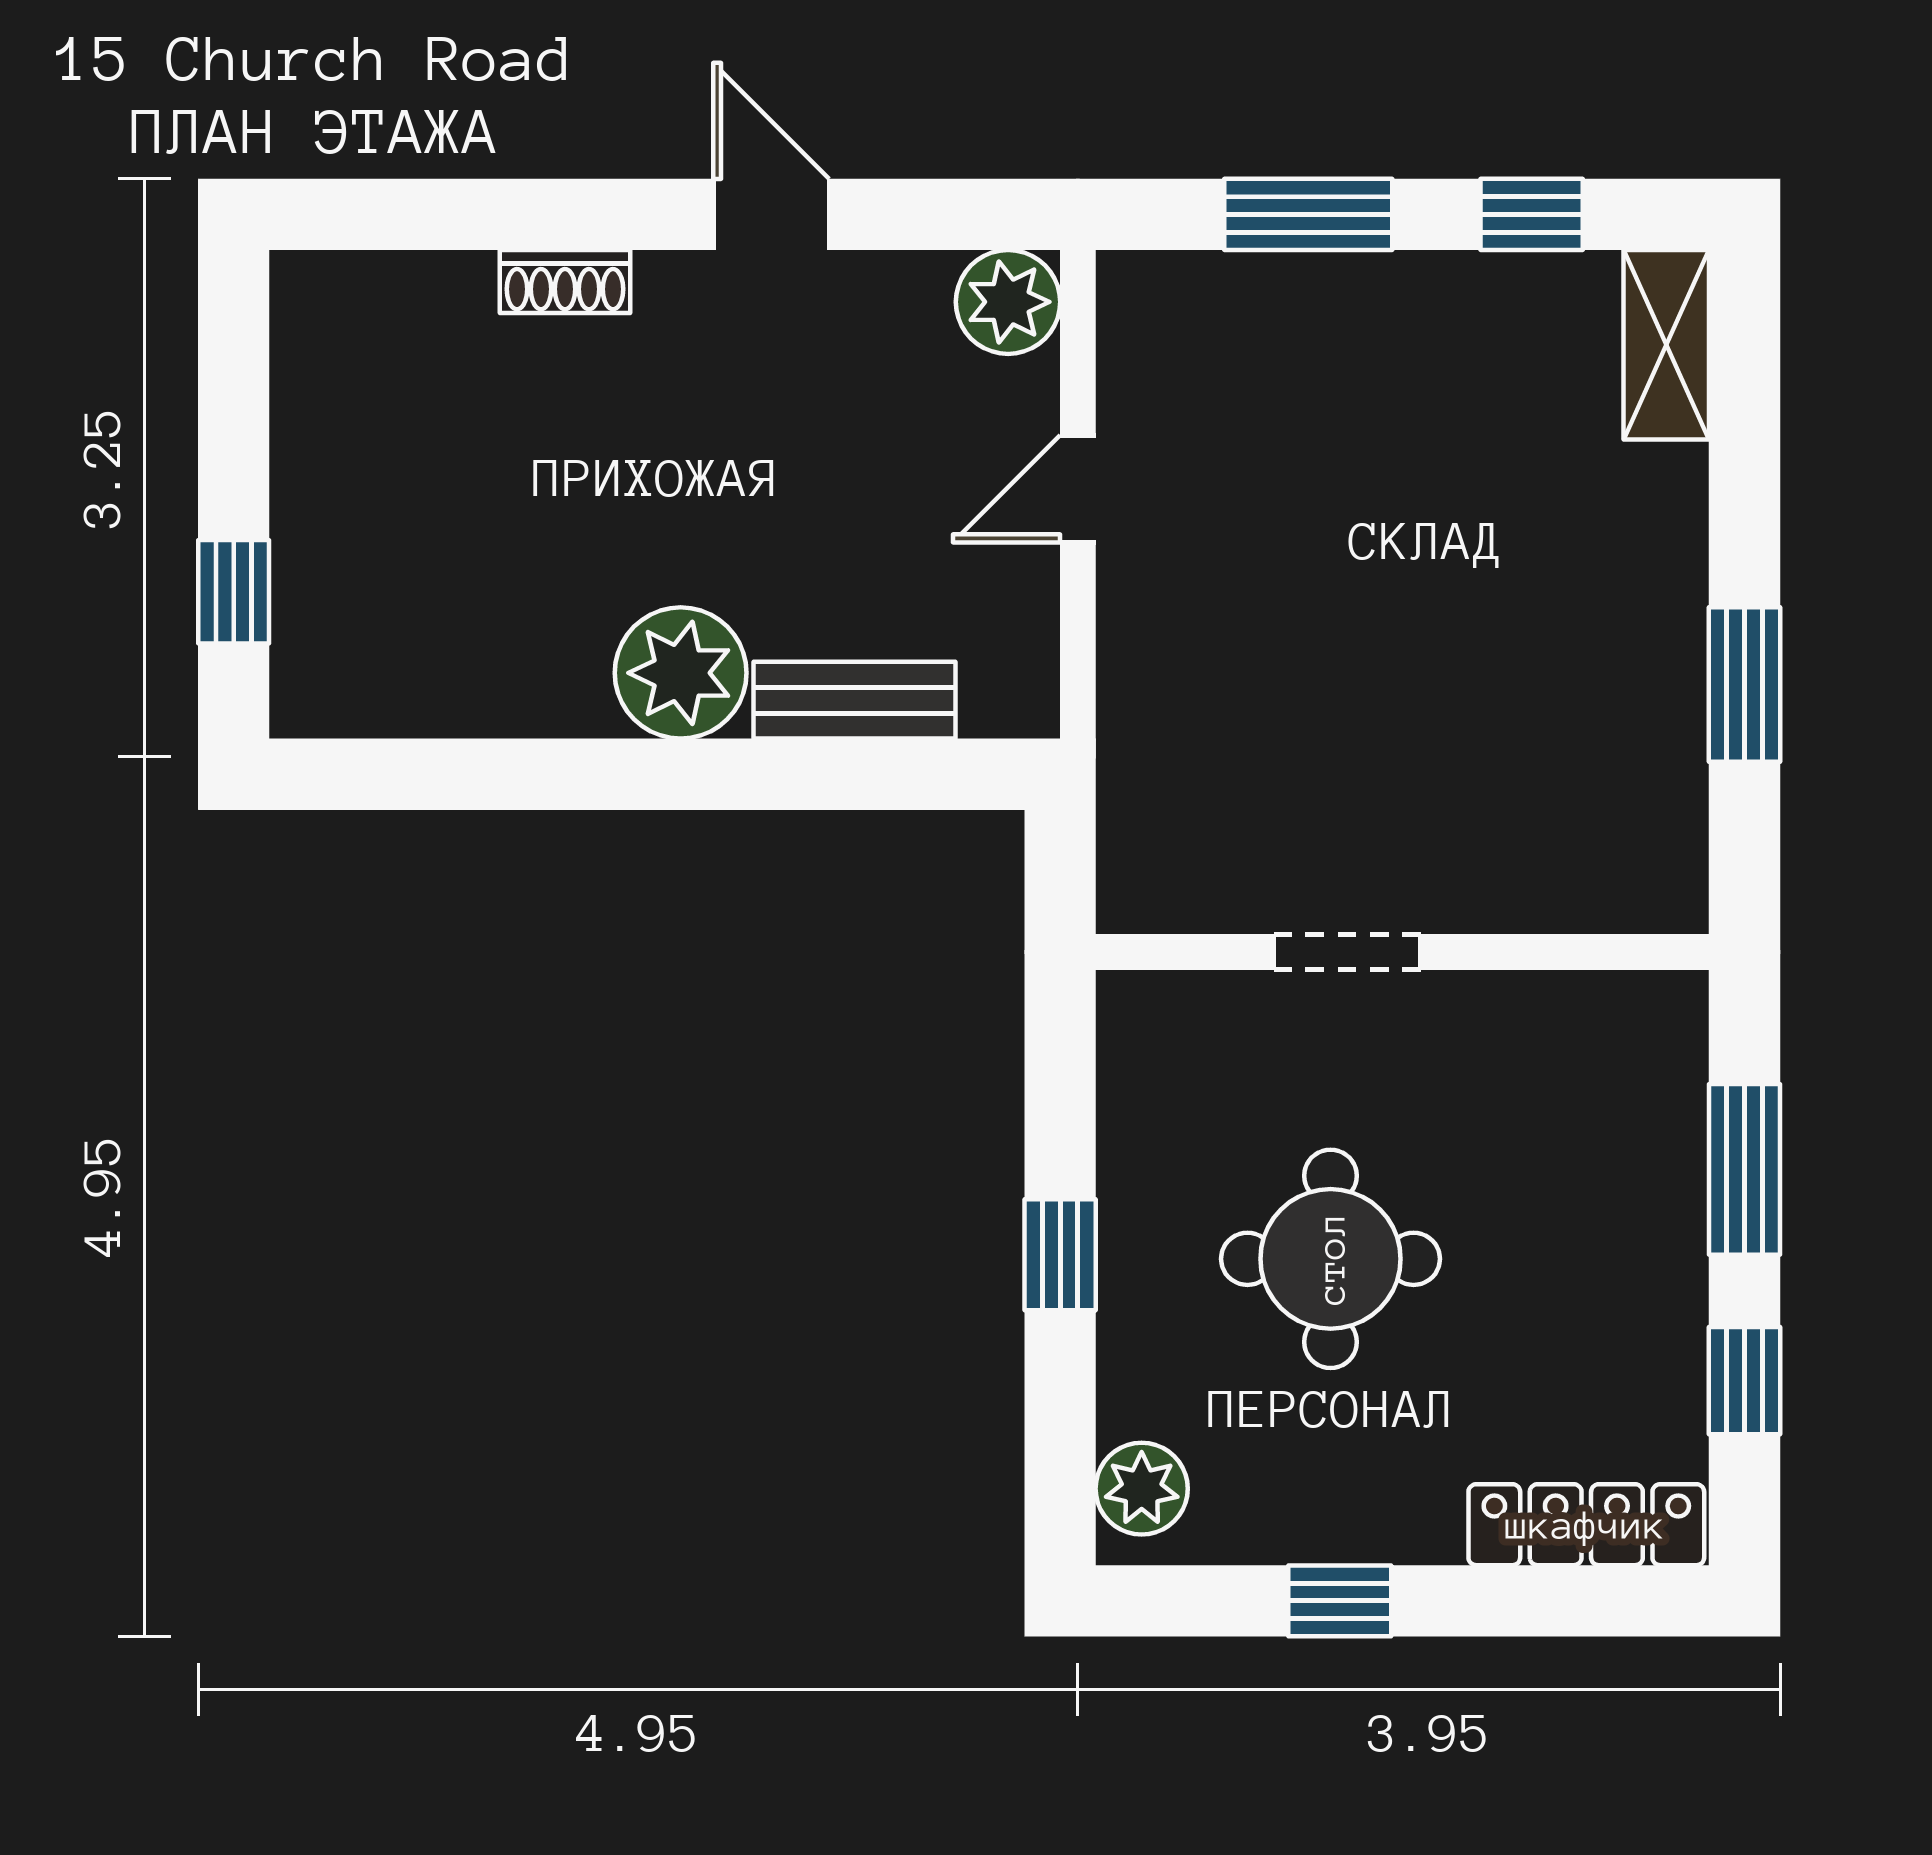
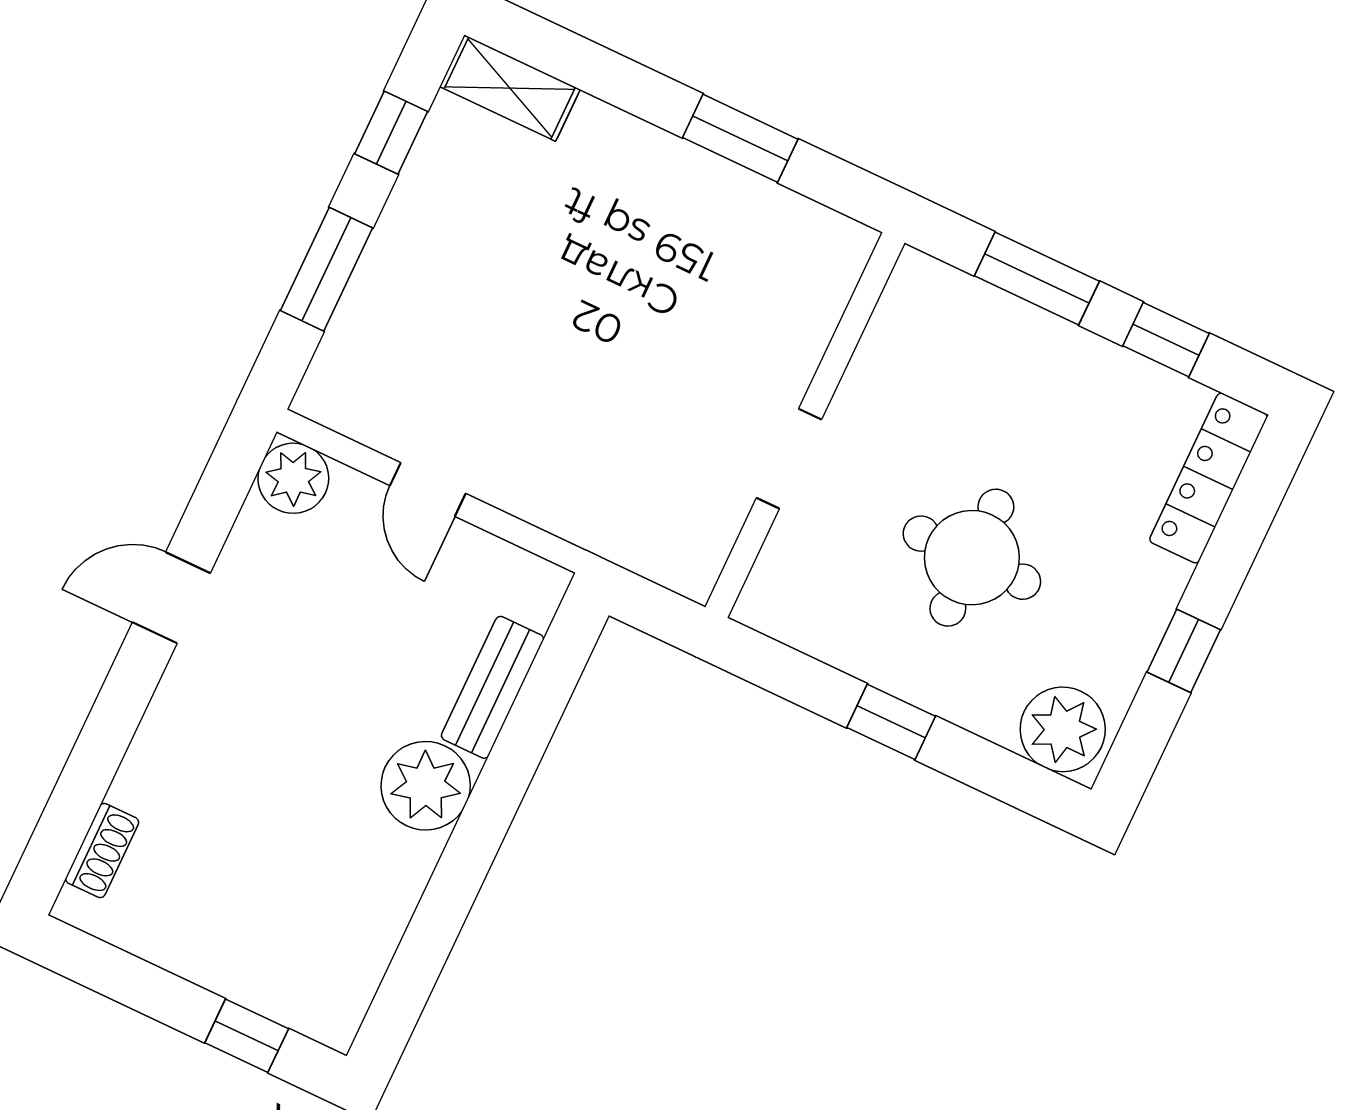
shoe rack: (565, 282) -> (102, 850), moved
plant: (1142, 1489) -> (1063, 729), width x1.36, depth x1.36

